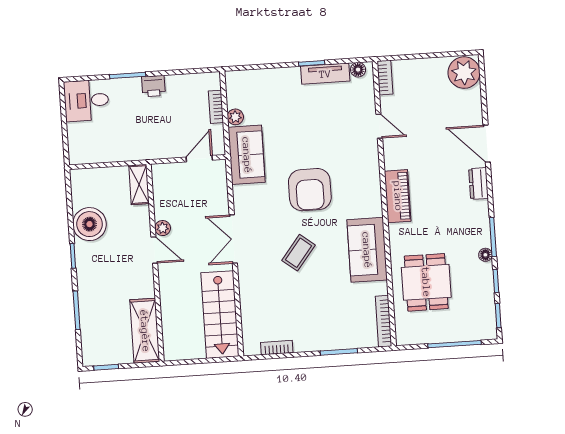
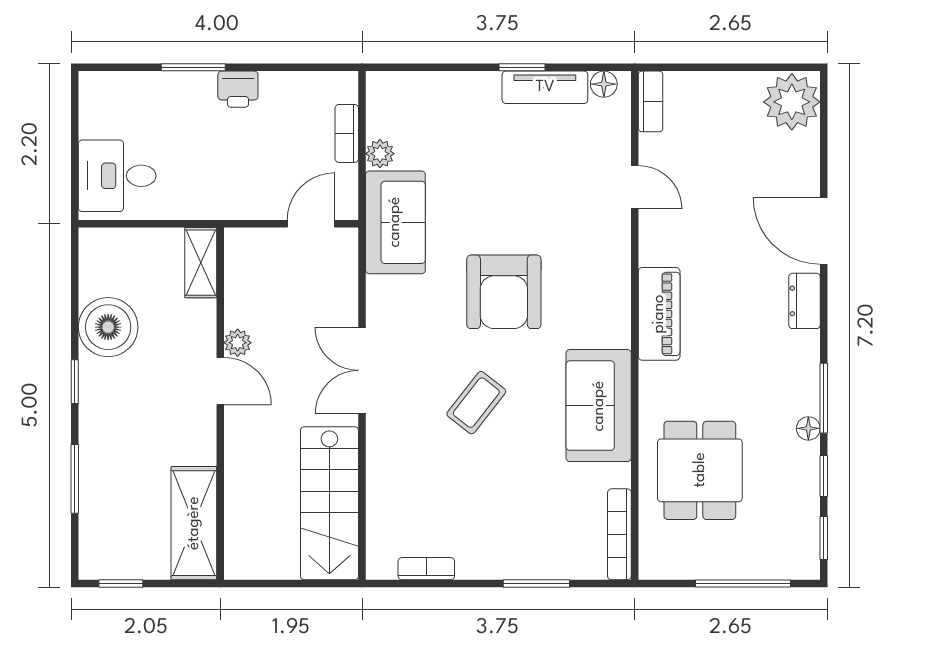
desk: (86, 100) -> (117, 176), moved

